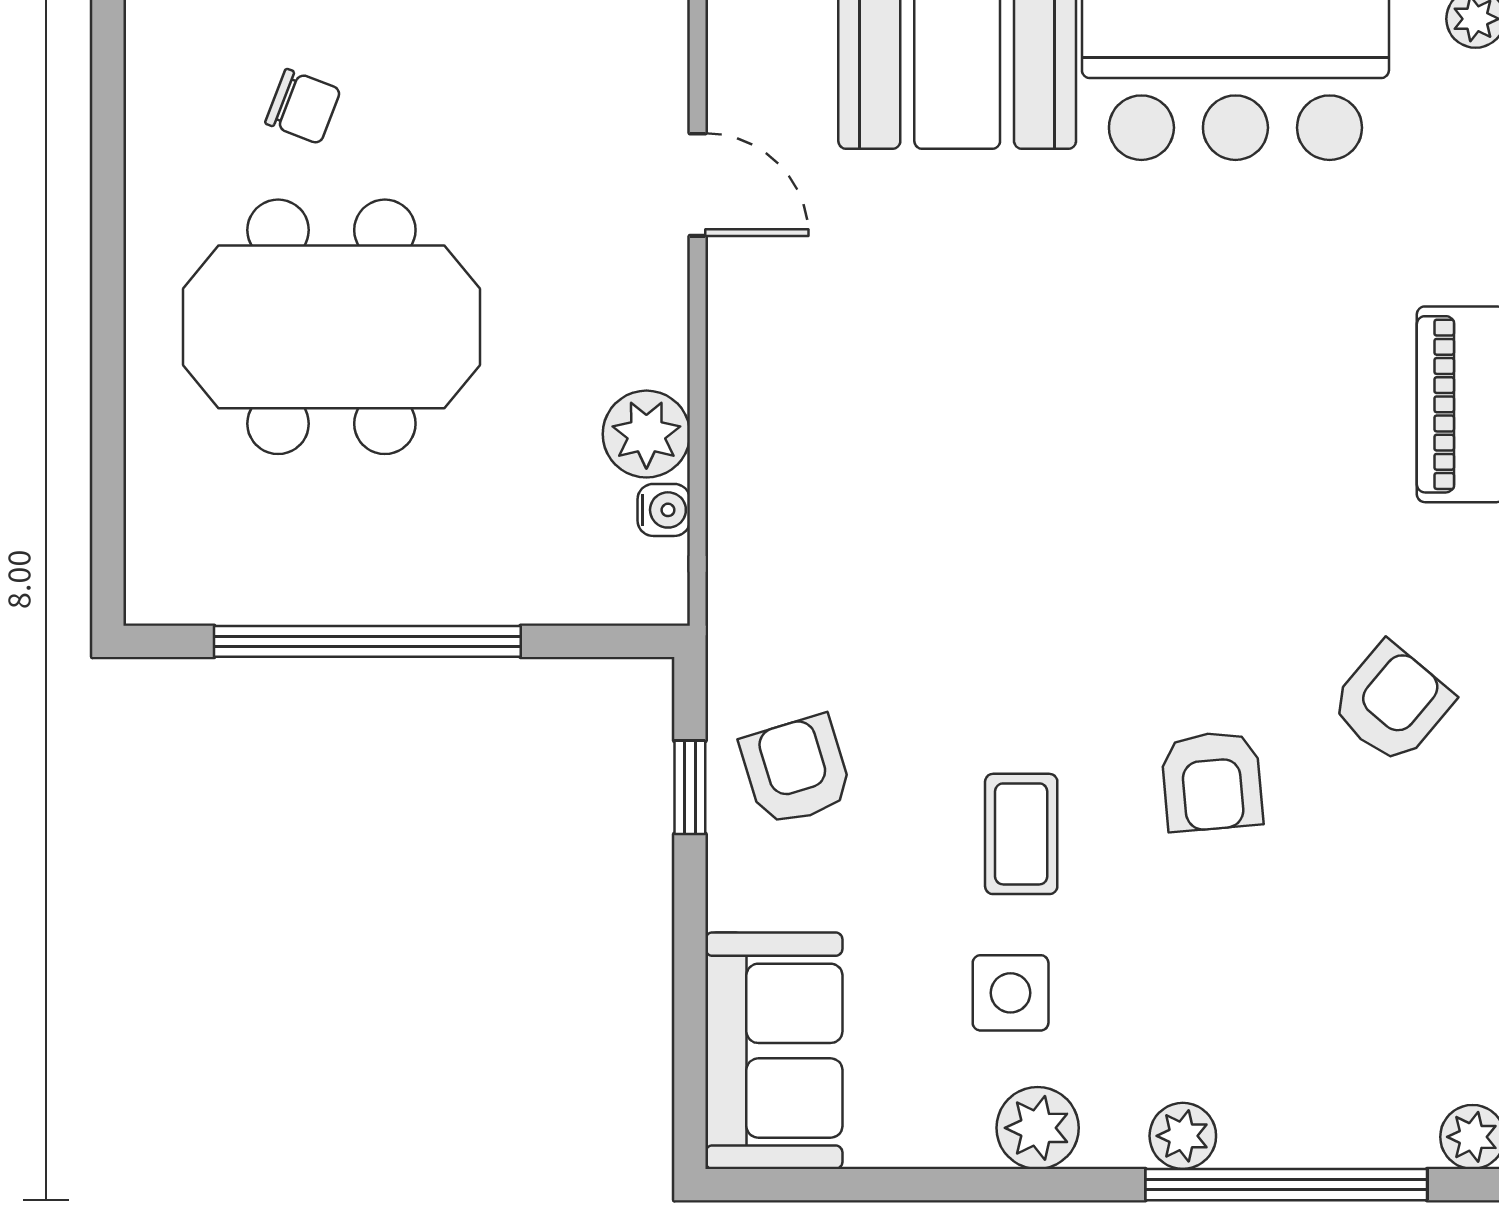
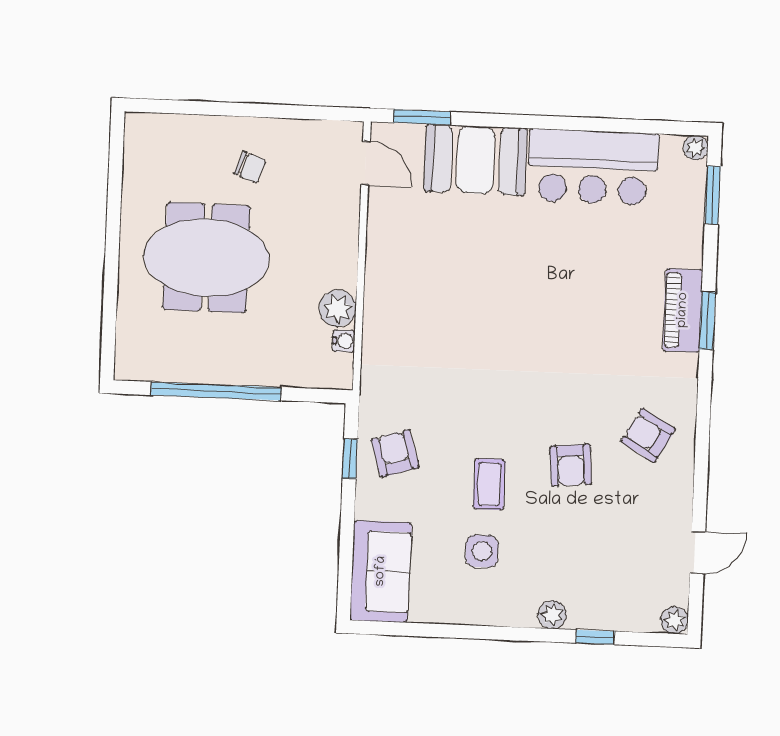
chair: (303, 106) -> (250, 167), moved
door: (698, 185) -> (366, 163), moved
armchair: (1392, 703) -> (648, 435), turned -100
plant: (1038, 1128) -> (491, 609), removed
window: (1286, 1185) -> (595, 637), width x0.32

